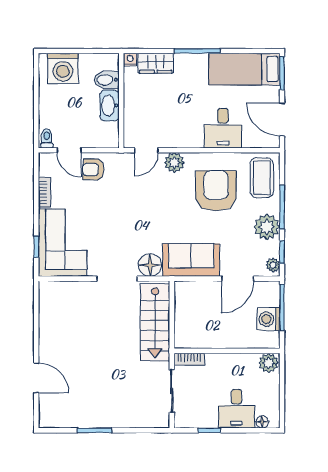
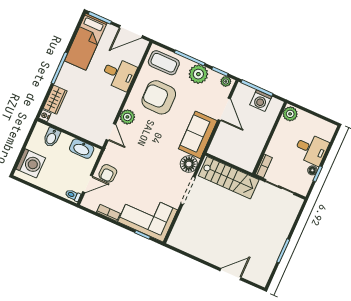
washbasin: (110, 106) -> (82, 149), moved
floor lamp: (262, 422) -> (312, 170), moved

